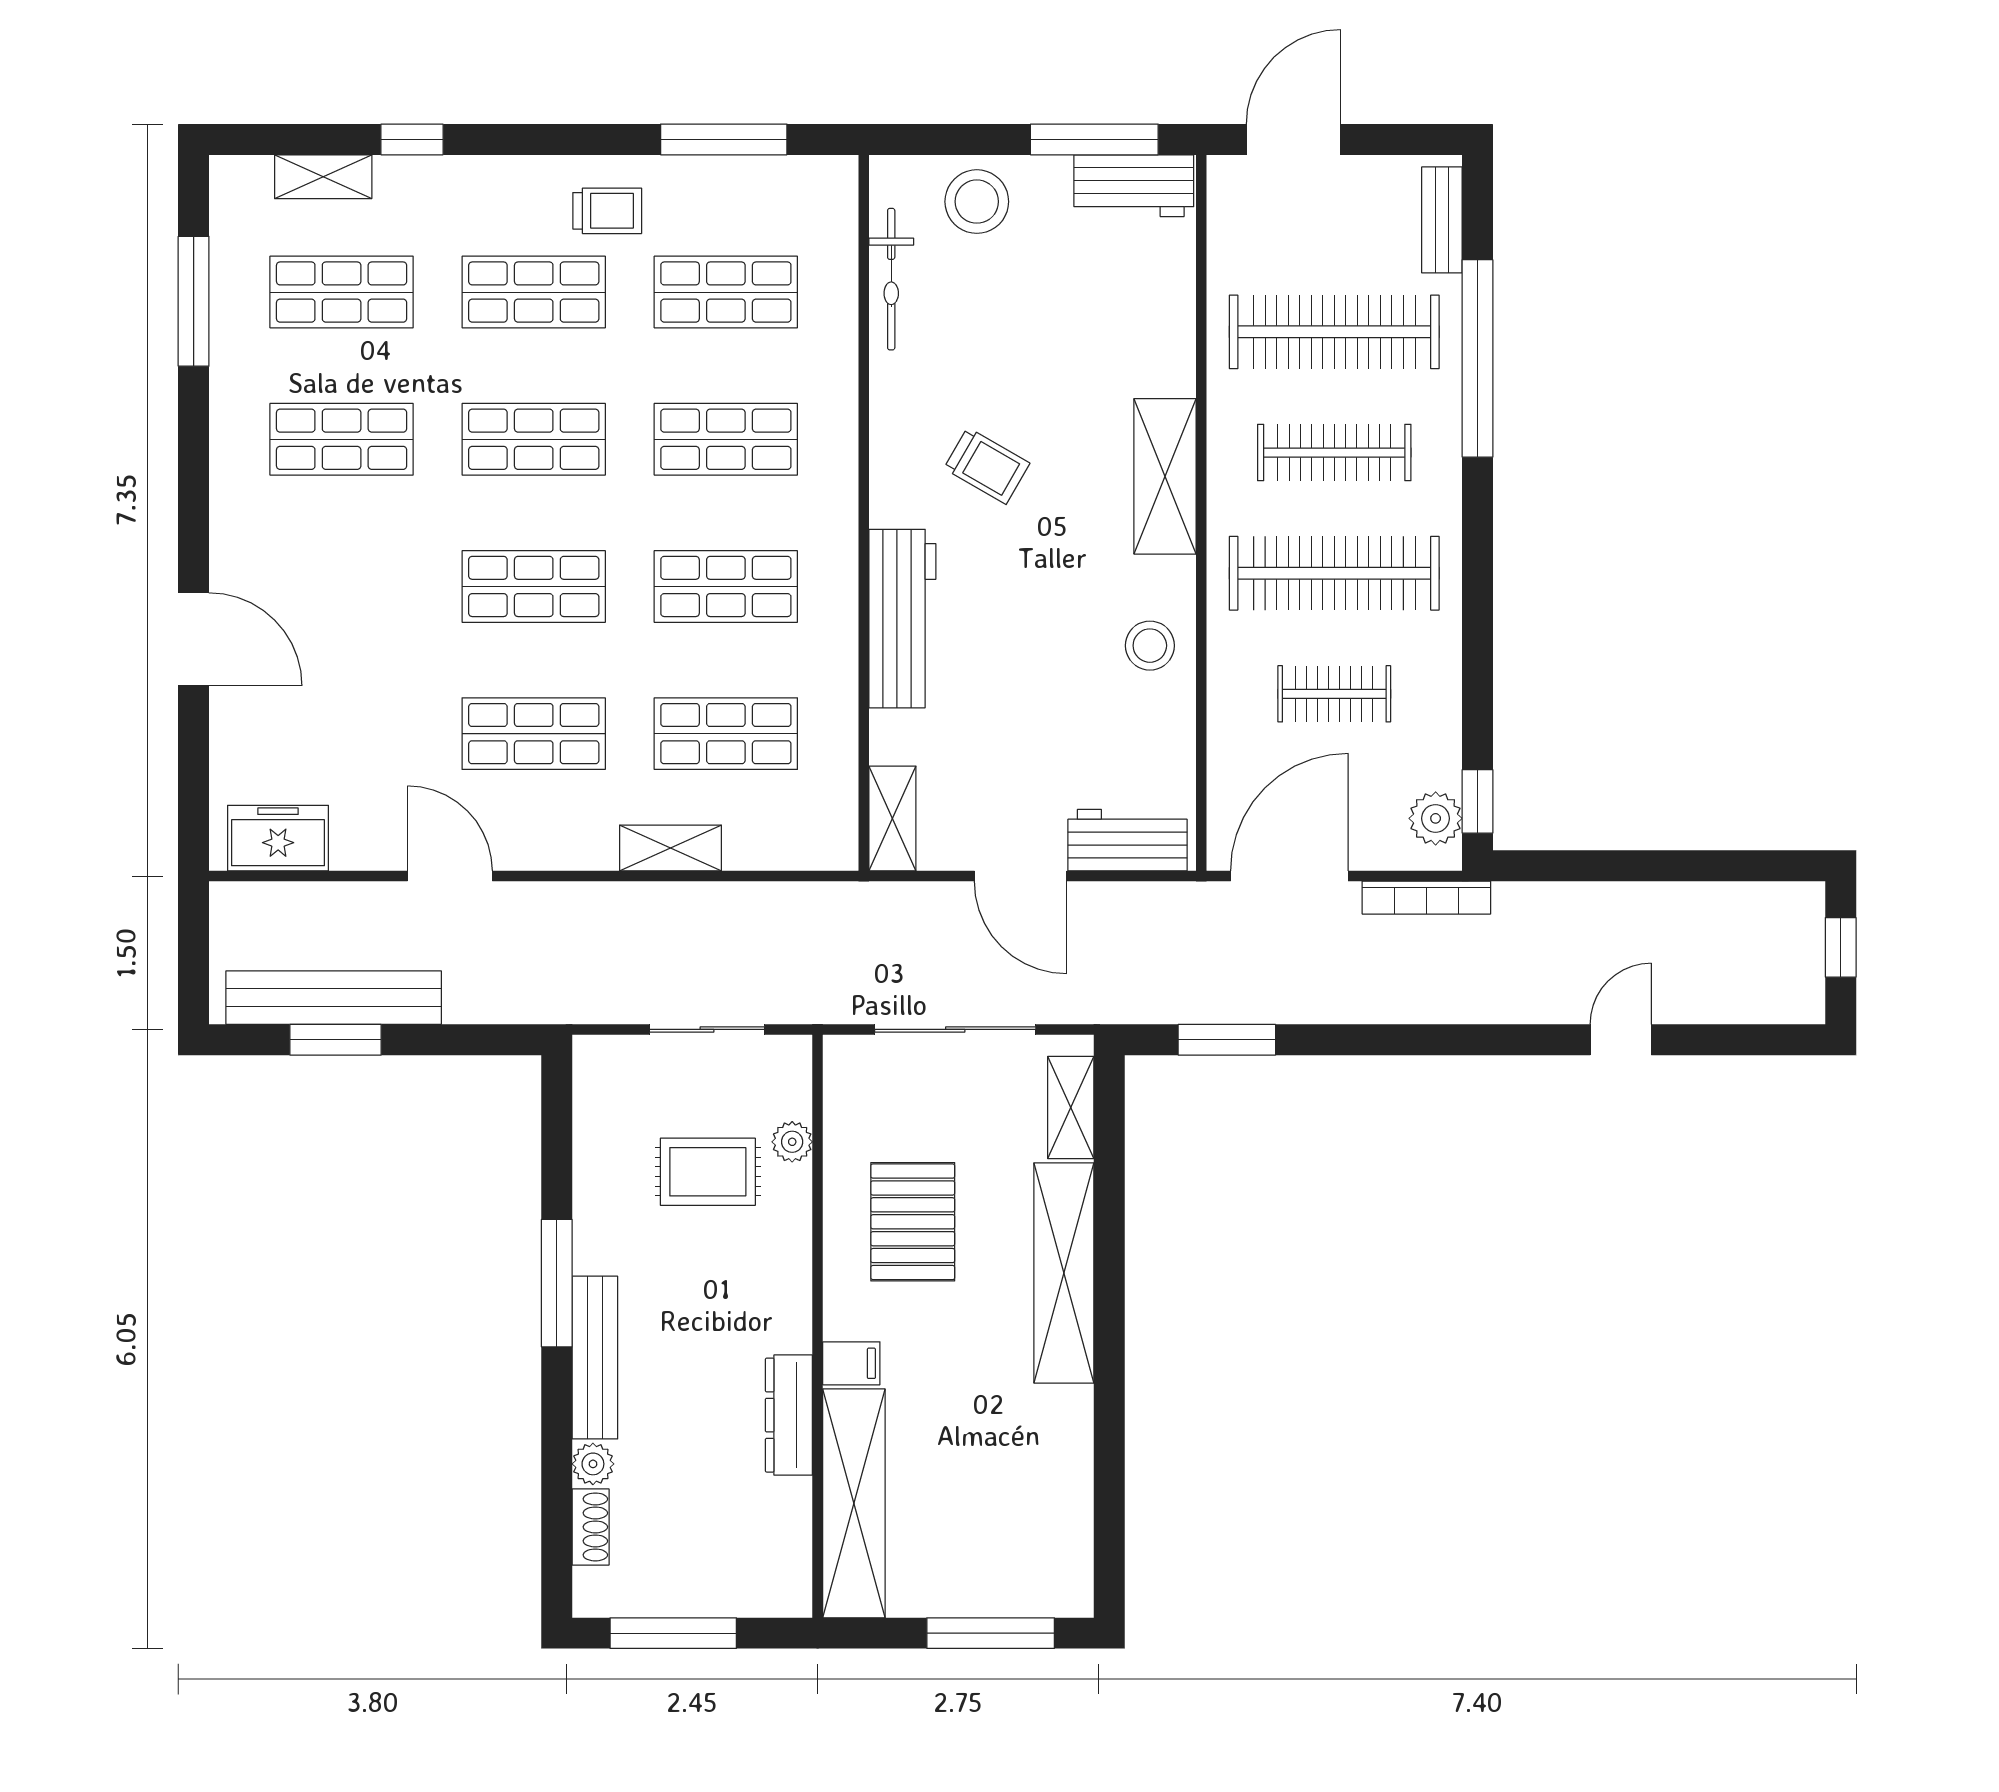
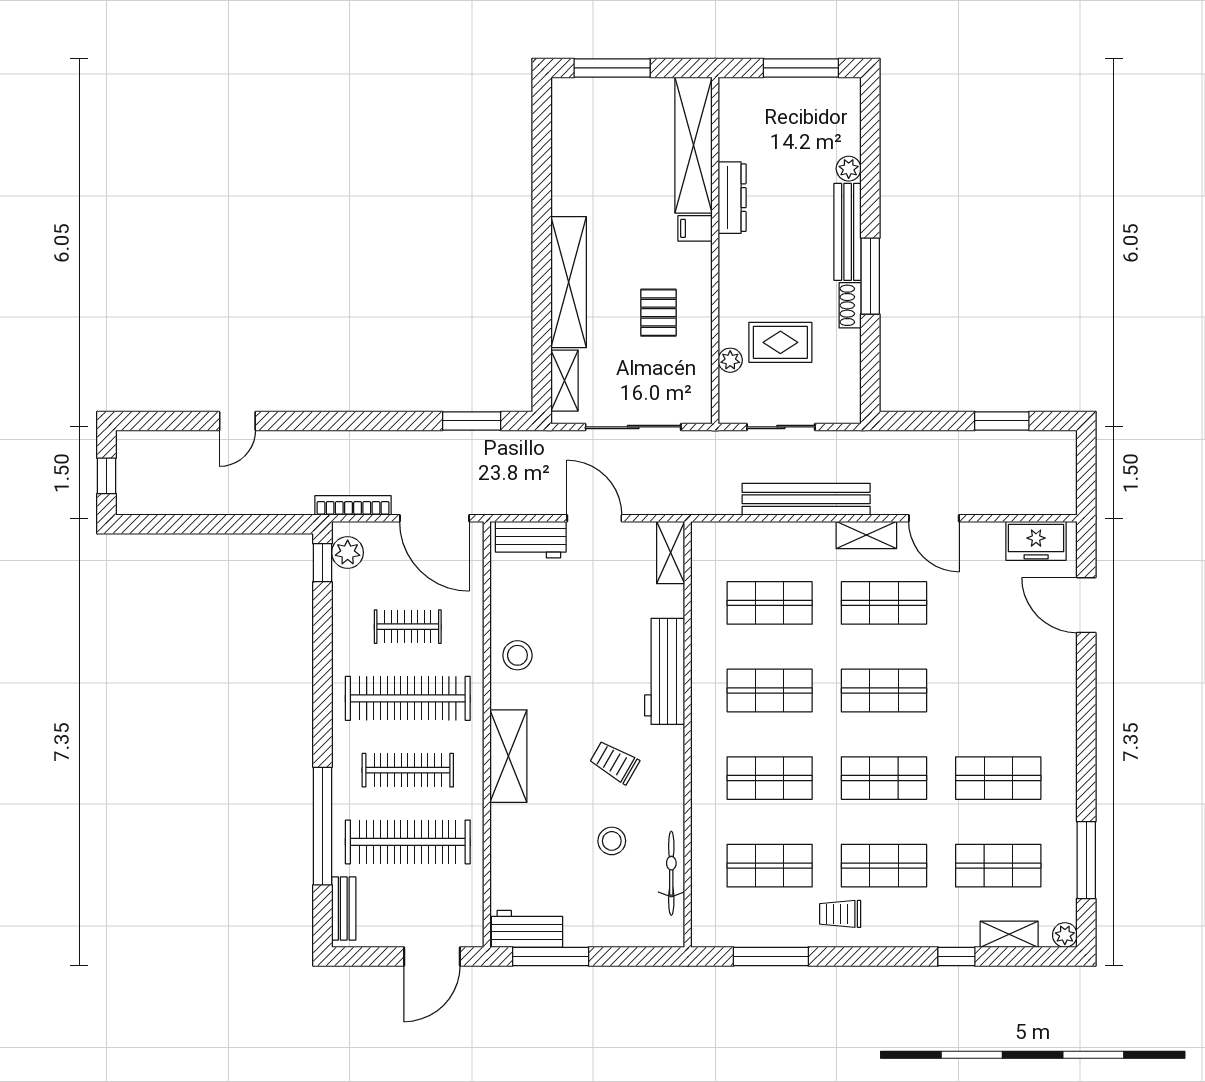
plant: (230, 175) -> (1065, 935), added
stool: (977, 202) -> (612, 841), moved, width x0.73, depth x0.73
door: (194, 639) -> (1086, 605), moved
shelving: (671, 848) -> (866, 535), moved
door: (1289, 876) -> (434, 518), hinge flipped
bench: (334, 998) -> (806, 499), moved
pallet: (913, 1222) -> (658, 313), width x0.67, depth x0.71
shoe rack: (591, 1527) -> (850, 305), moved

